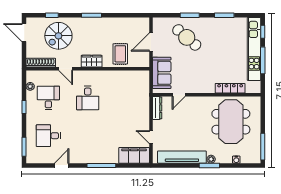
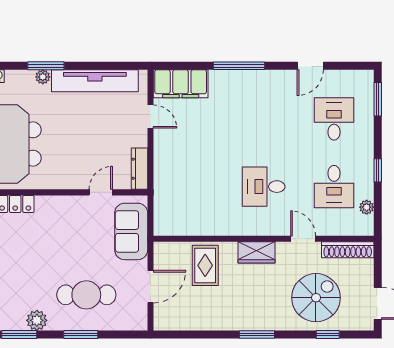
plant: (214, 23) -> (37, 320), added
cafe table: (187, 37) -> (86, 295), turned -41
desk: (88, 98) -> (264, 187), turned -90
desk: (48, 136) -> (334, 119), turned -90

